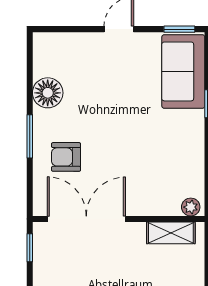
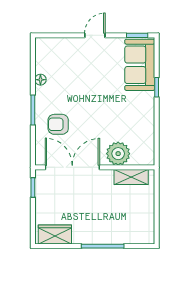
floor lamp: (48, 93) -> (40, 80), width x0.53, depth x0.53
plant: (191, 207) -> (118, 154), moved, width x1.88, depth x1.88

